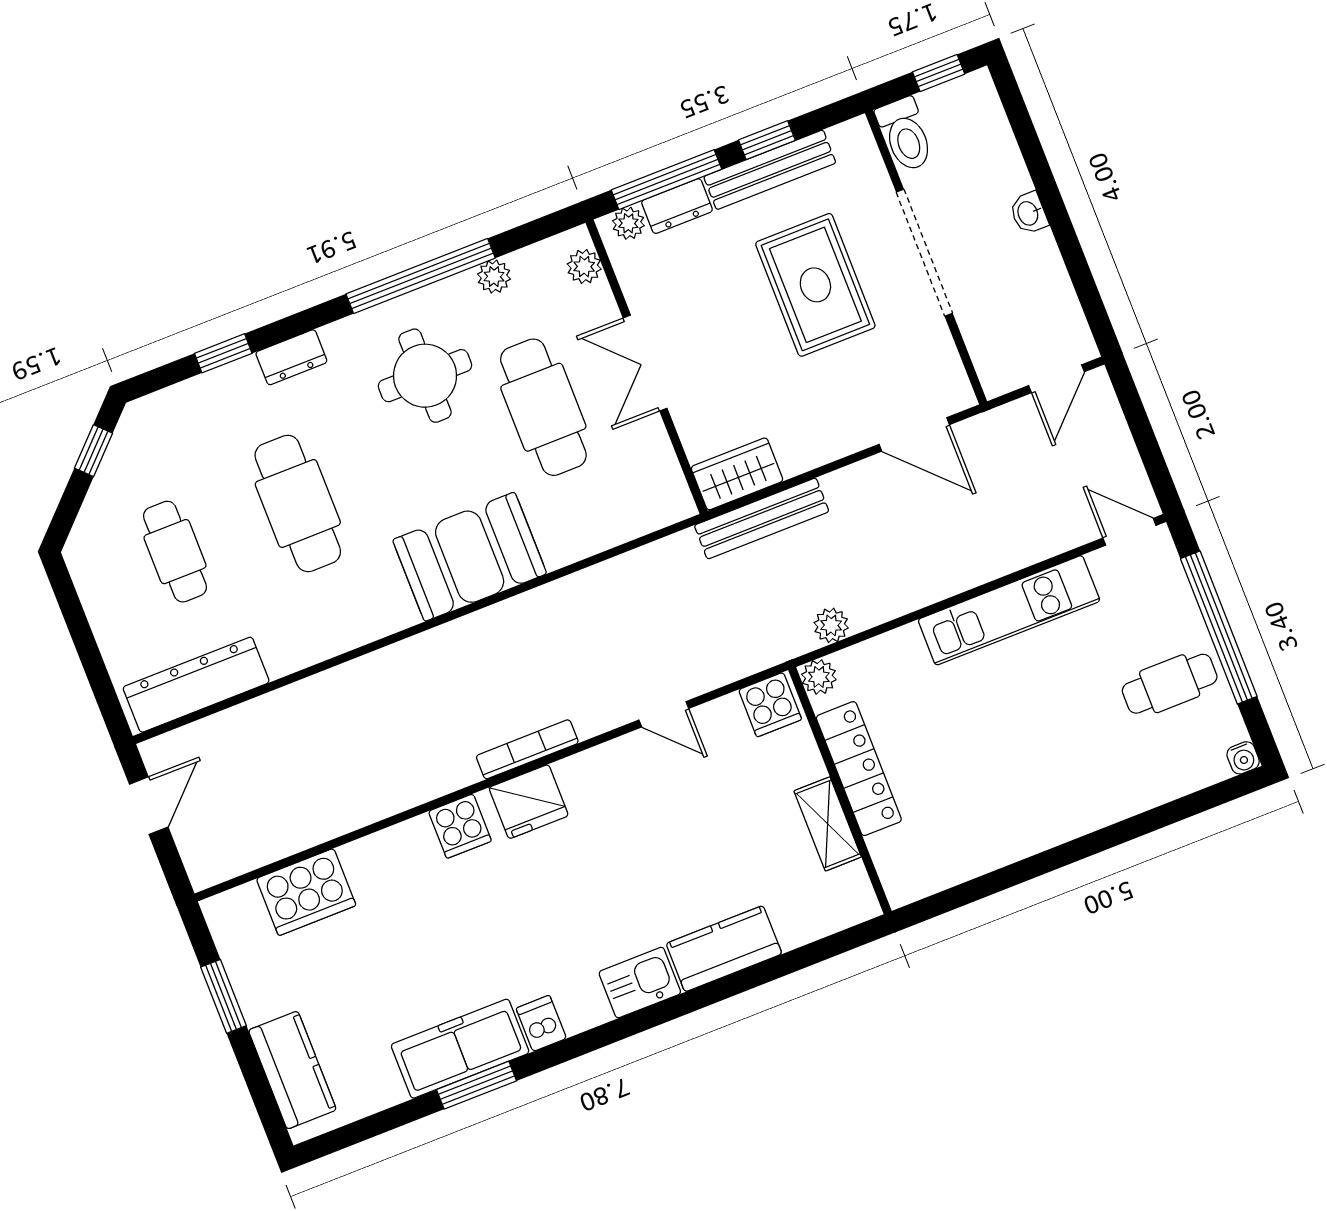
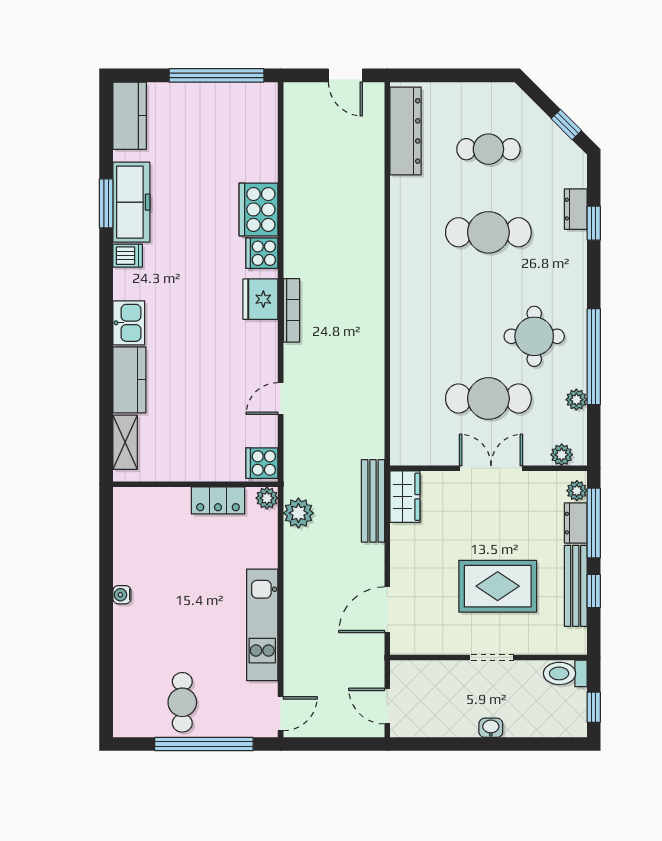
doorway: (924, 253) -> (492, 657), width x0.53
dresser: (291, 357) -> (576, 209), moved
booth: (470, 557) -> (418, 321), removed
plant: (831, 625) -> (298, 513), width x1.38, depth x1.38
water cooler: (1243, 758) -> (122, 595), moved
locker: (859, 769) -> (218, 500), width x0.66
shelving: (828, 824) -> (125, 442), moved, turned 90
cooker: (306, 892) -> (259, 209), moved
window: (223, 996) -> (216, 75), width x2.11
kitchen counter: (292, 1070) -> (130, 116), moved, turned -90

